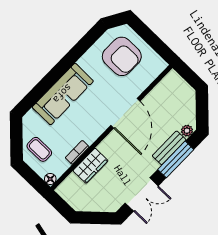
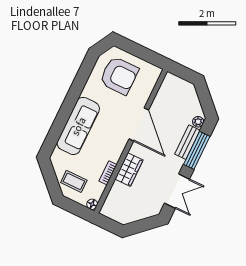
wardrobe: (90, 166) -> (129, 170), moved

